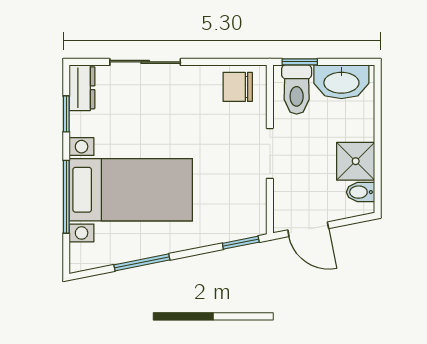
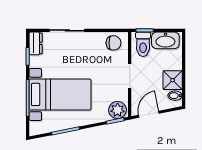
chair: (238, 87) -> (114, 43), turned 180
plant: (246, 221) -> (117, 110), added
door: (308, 229) -> (149, 114), swing flipped

